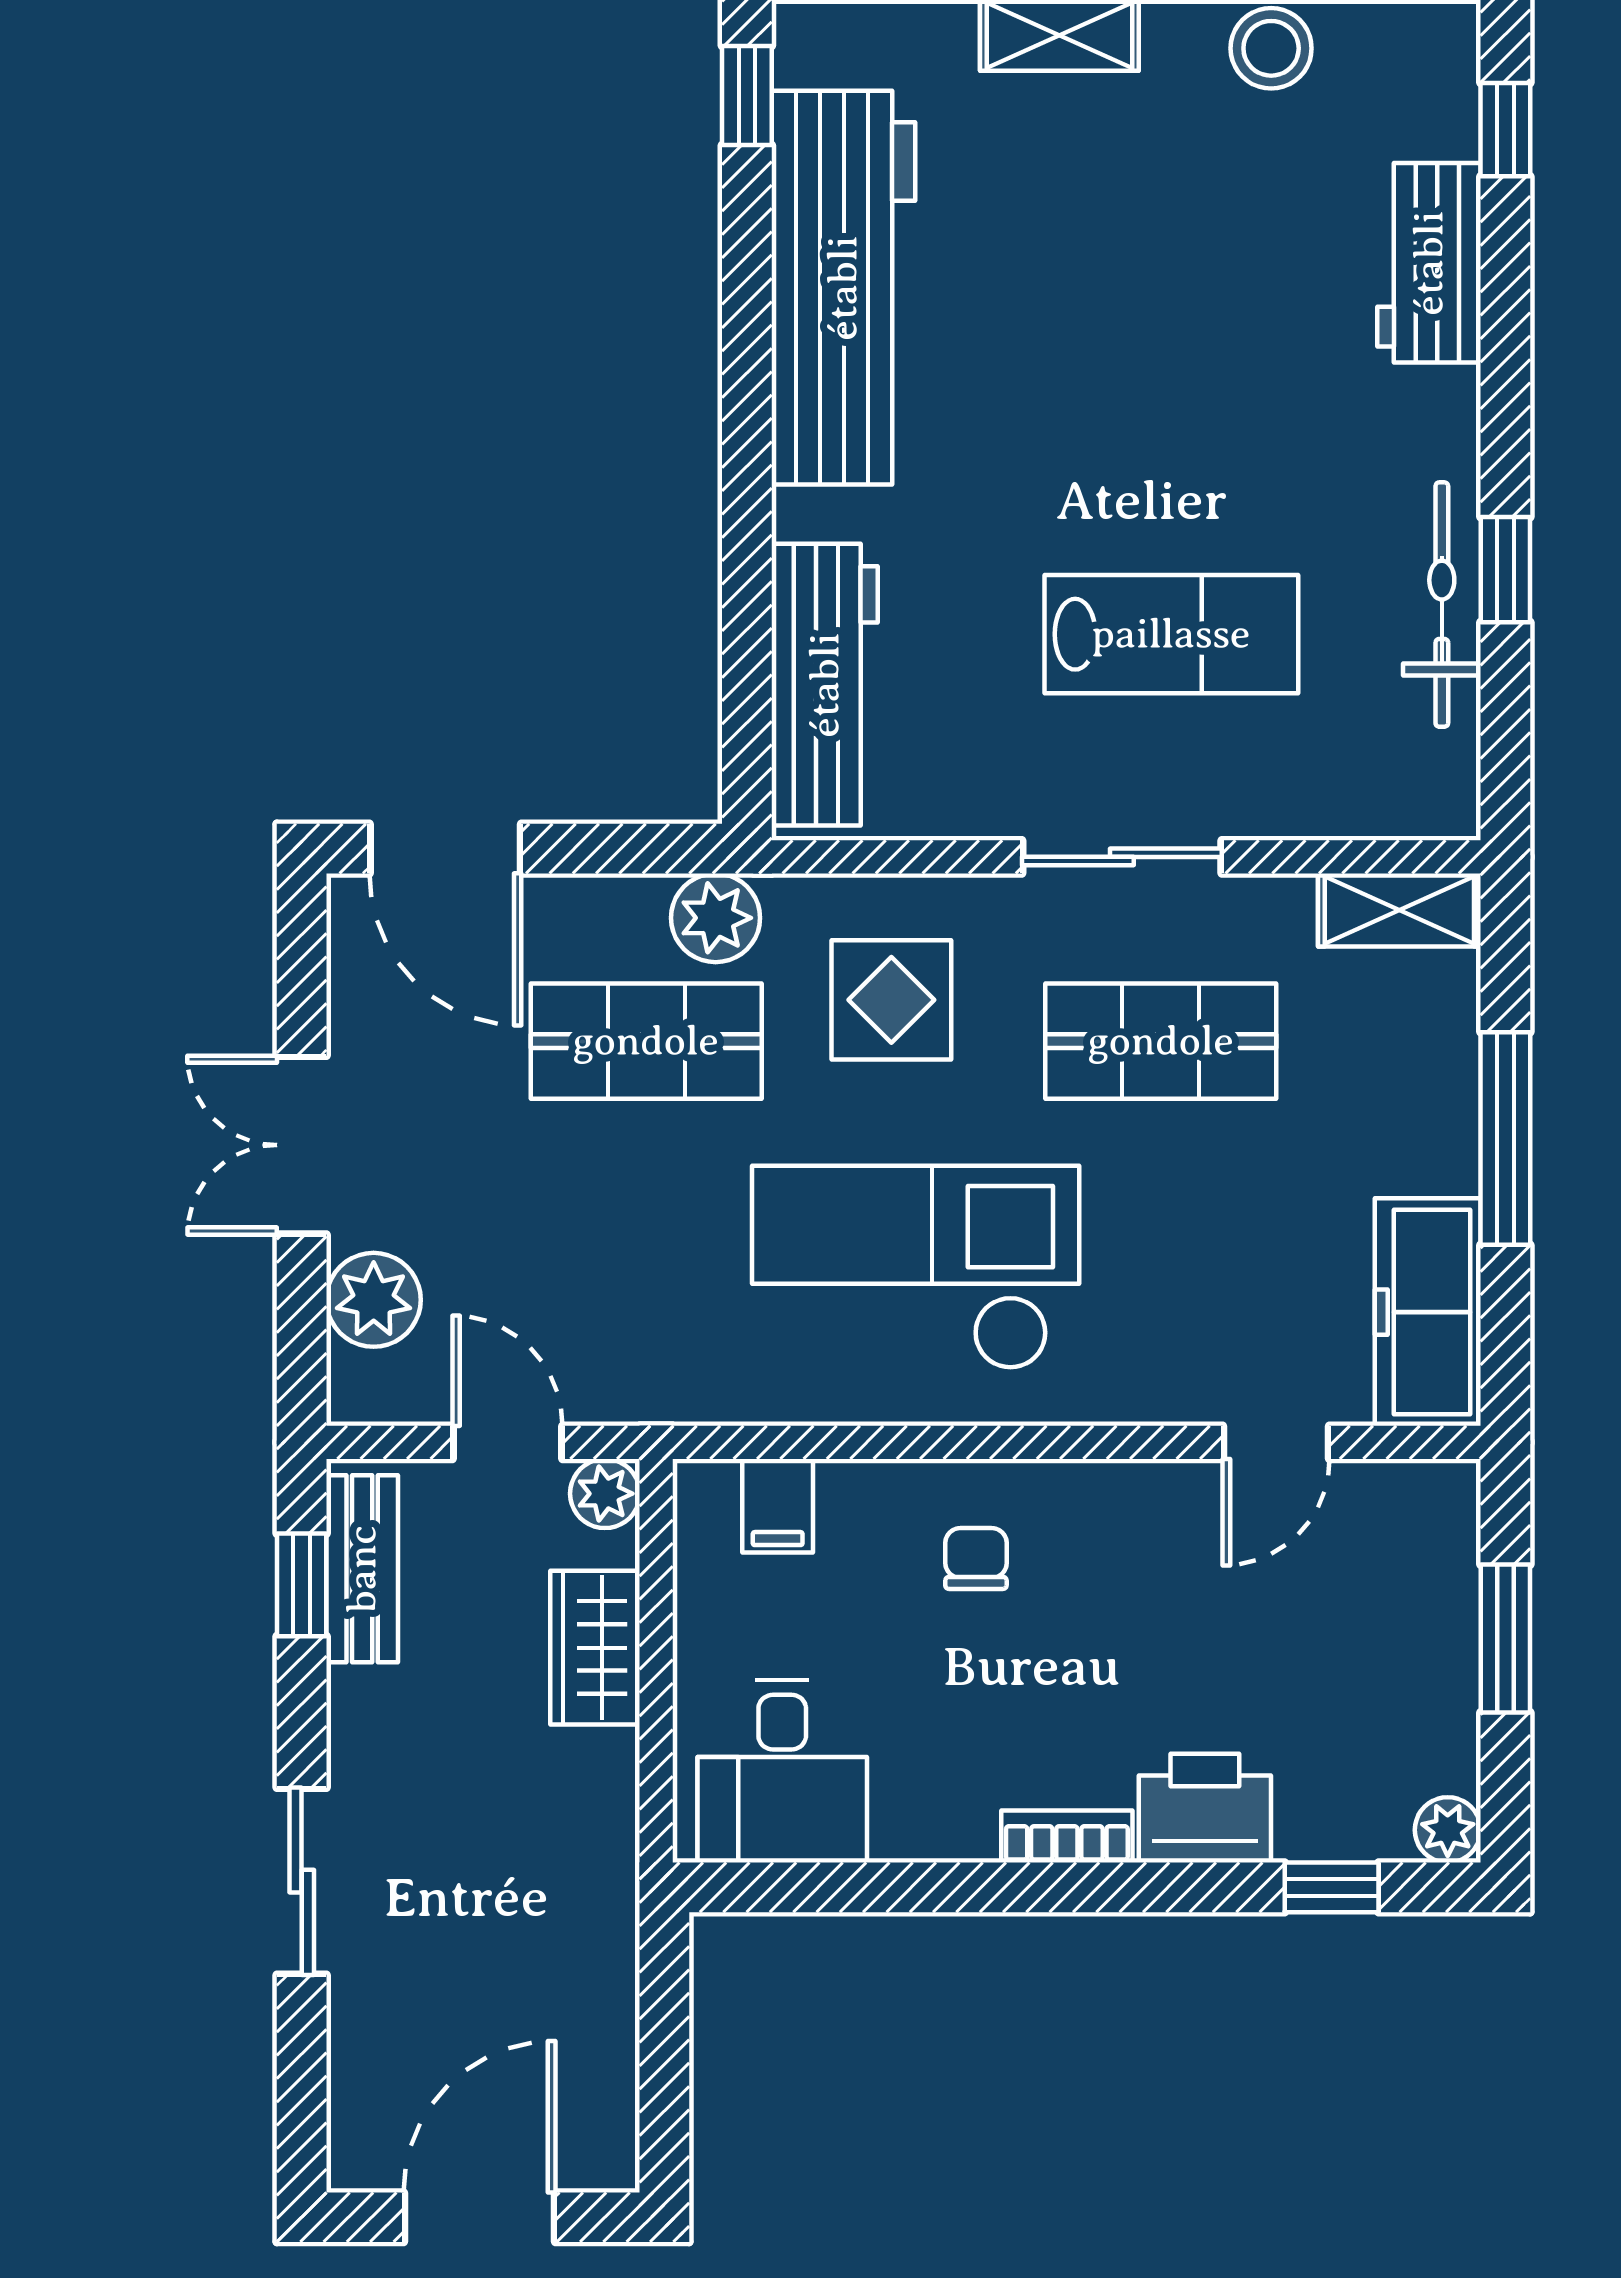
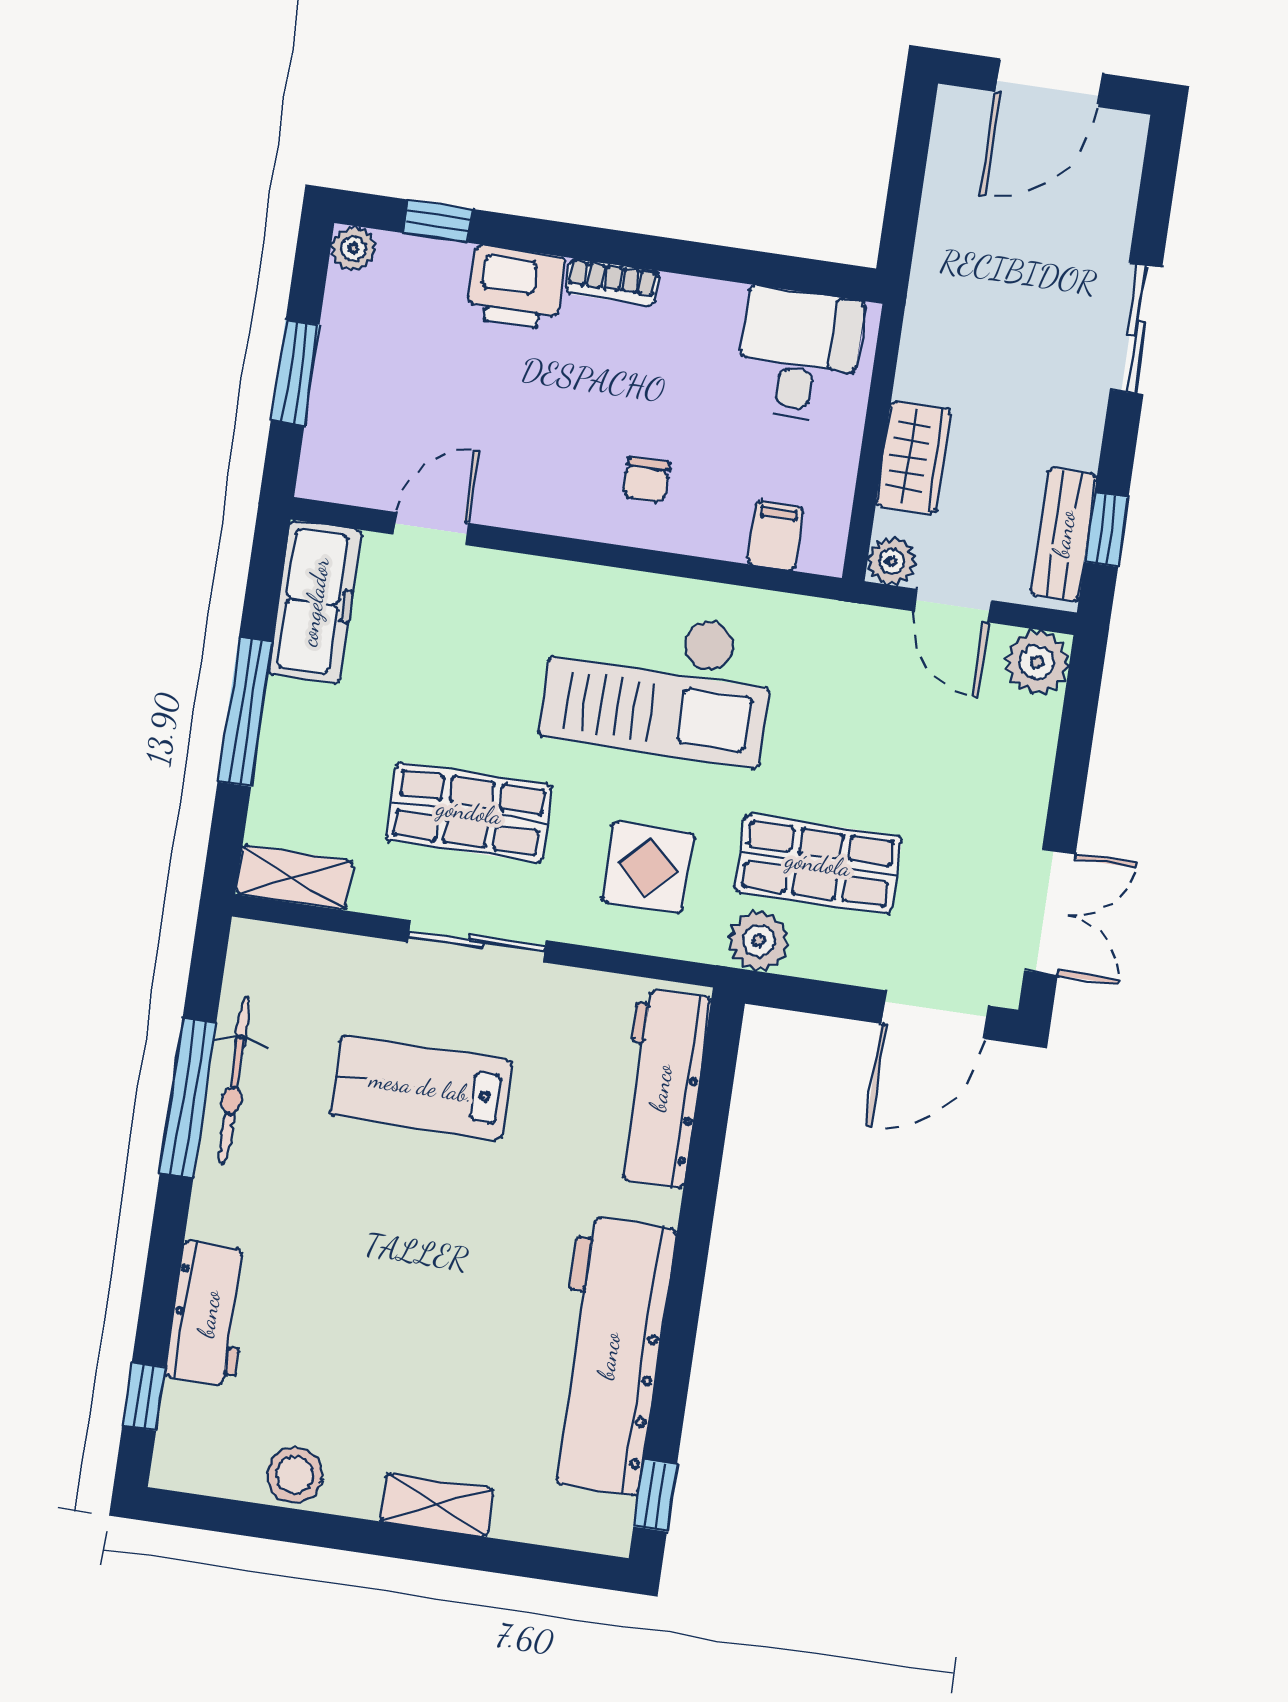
window: (1505, 570) -> (188, 1098), width x2.17
door: (445, 849) -> (935, 1015), swing flipped
double door: (302, 1145) -> (1050, 912), moved
plant: (374, 1300) -> (1037, 662), moved

